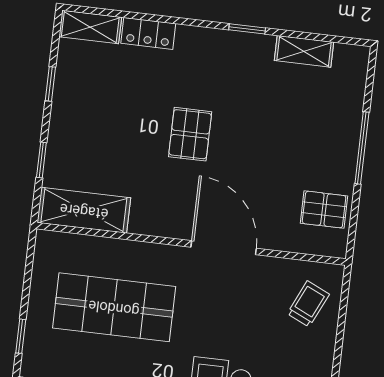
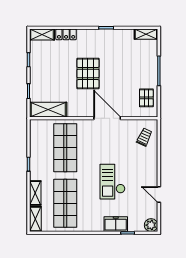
shelving: (304, 51) -> (146, 34), moved
pallet: (190, 134) -> (88, 74), width x1.50, depth x1.42
pallet: (324, 210) -> (146, 98), turned 90
shop shelf: (114, 307) -> (65, 148), turned 90

